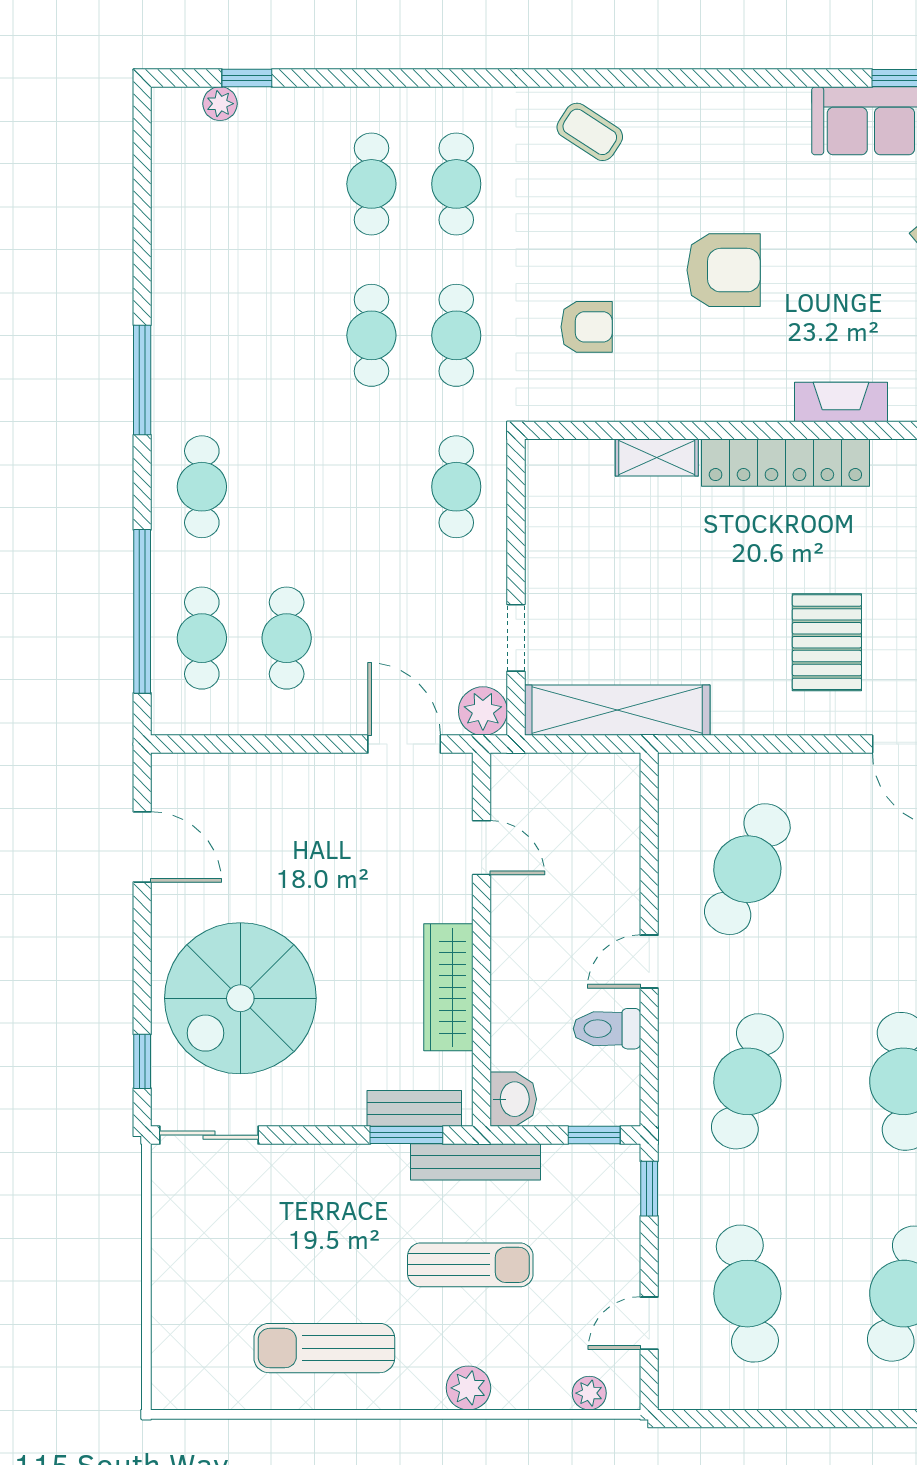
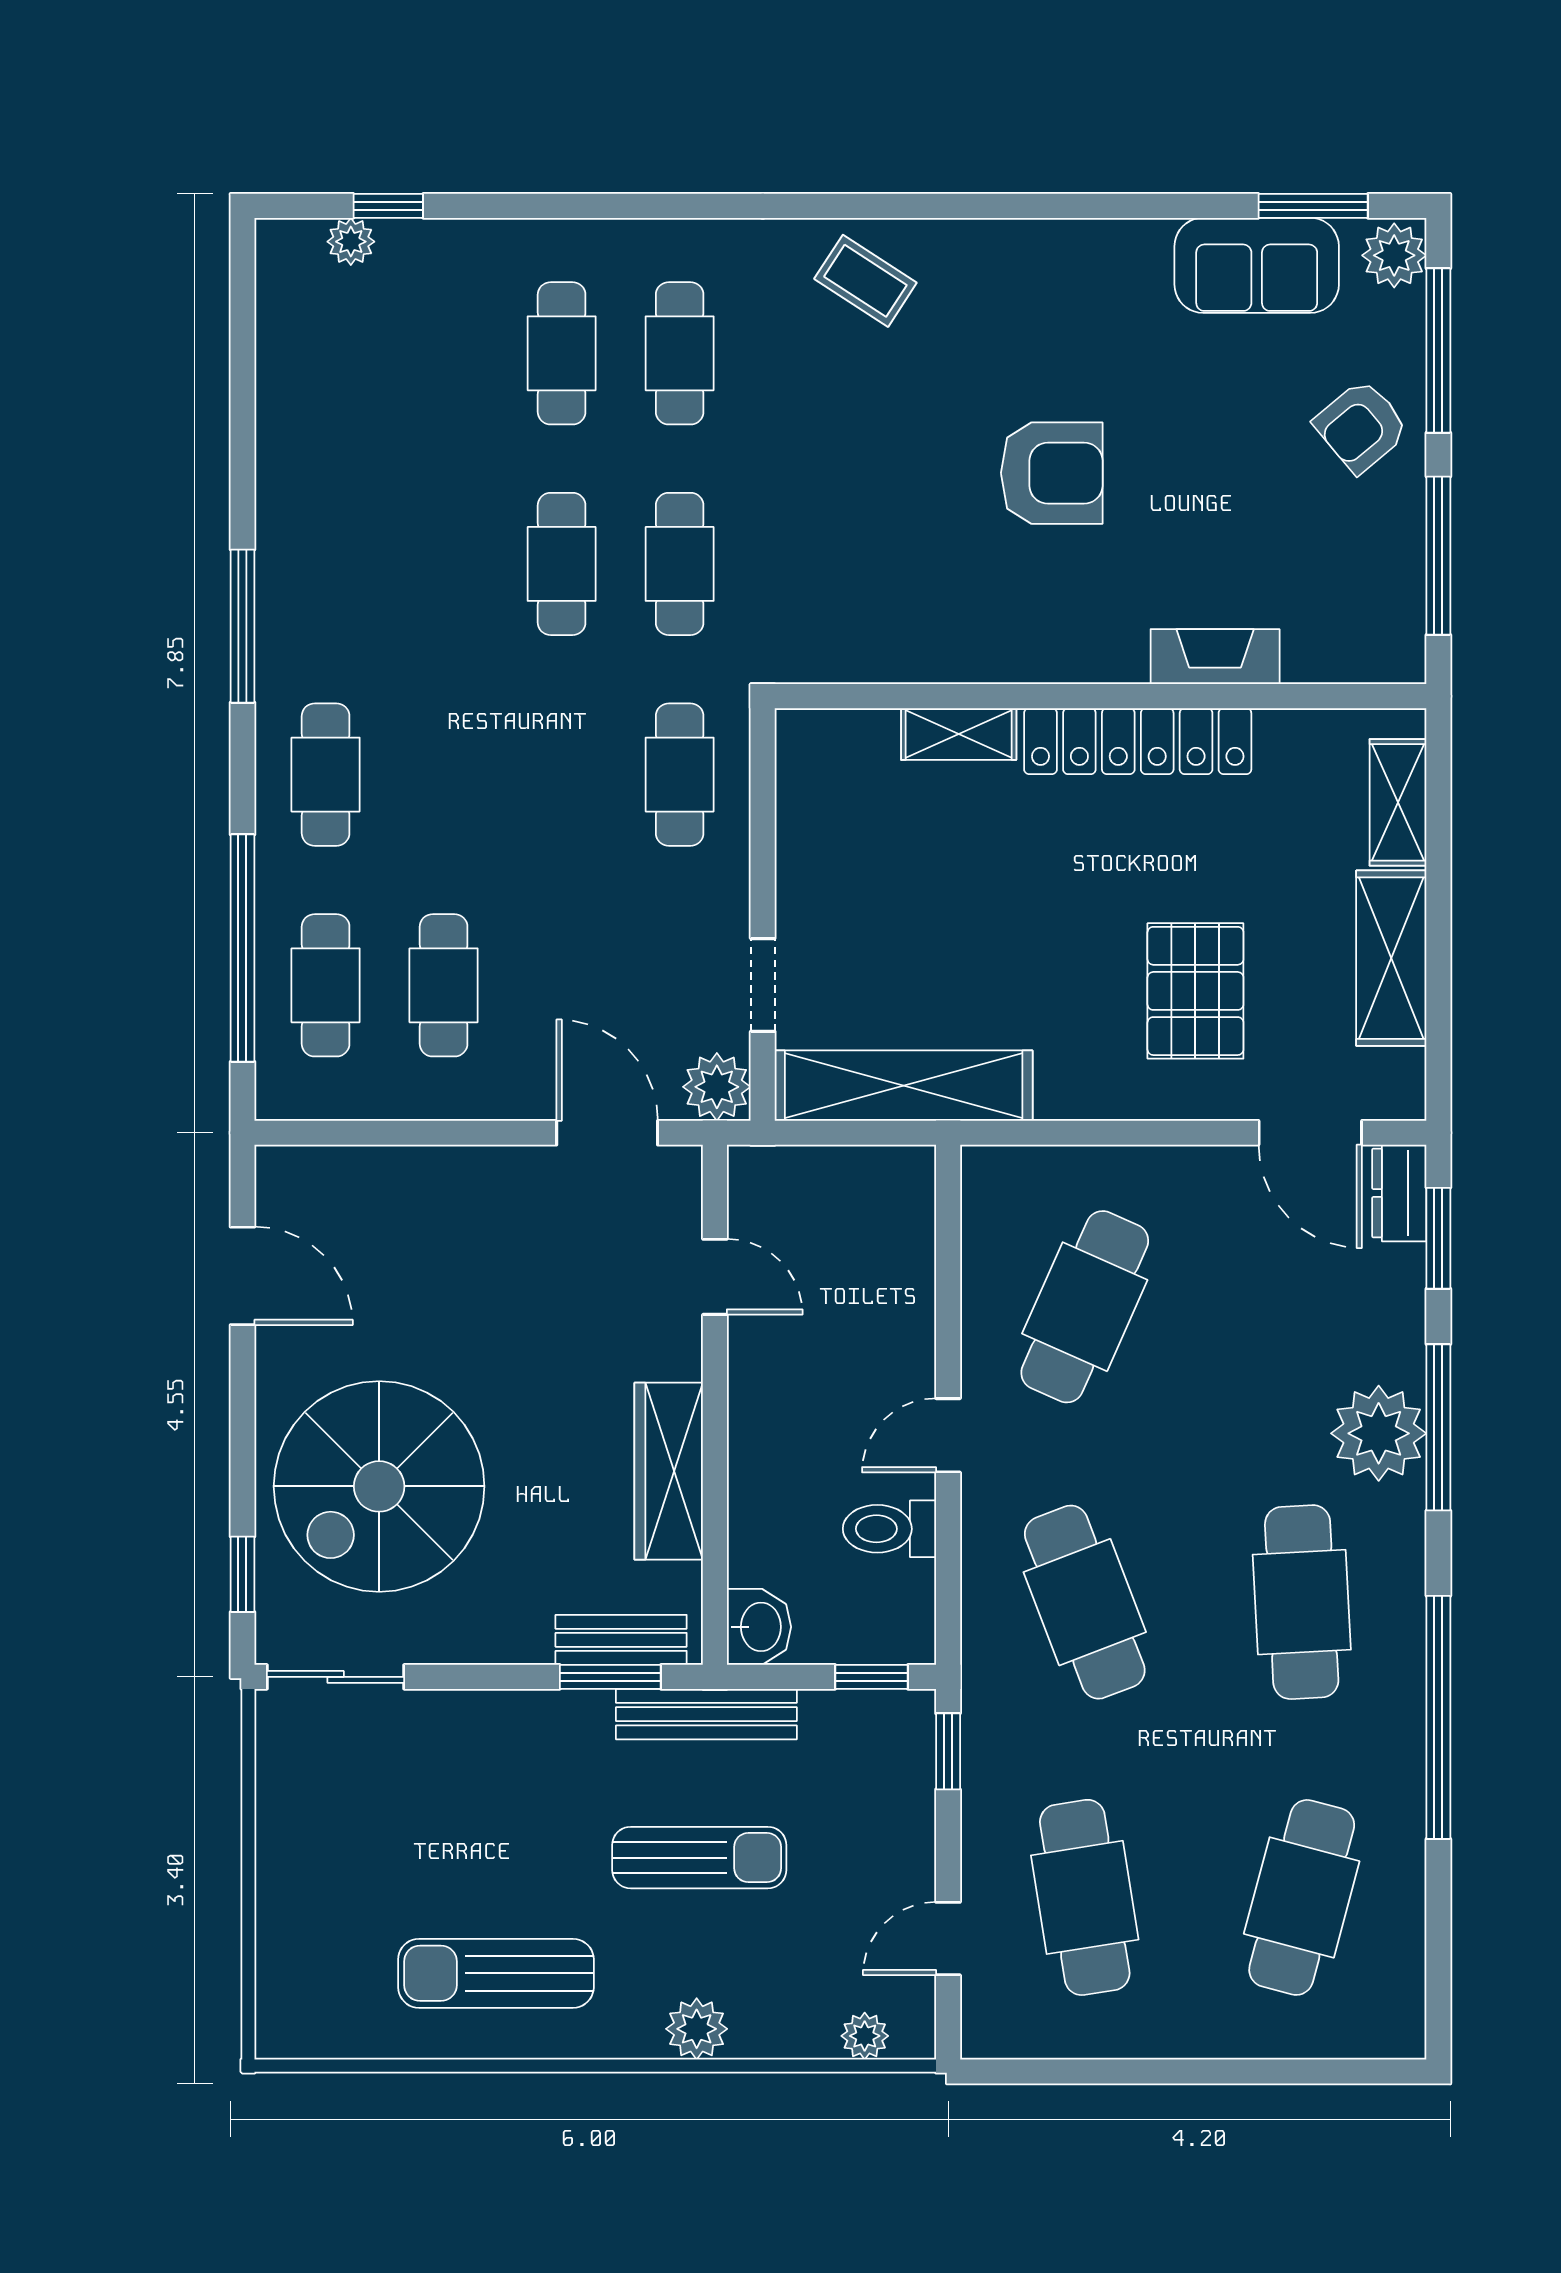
armchair: (587, 327) -> (861, 552), removed
cafe table: (747, 1081) -> (1085, 1602), turned -36

